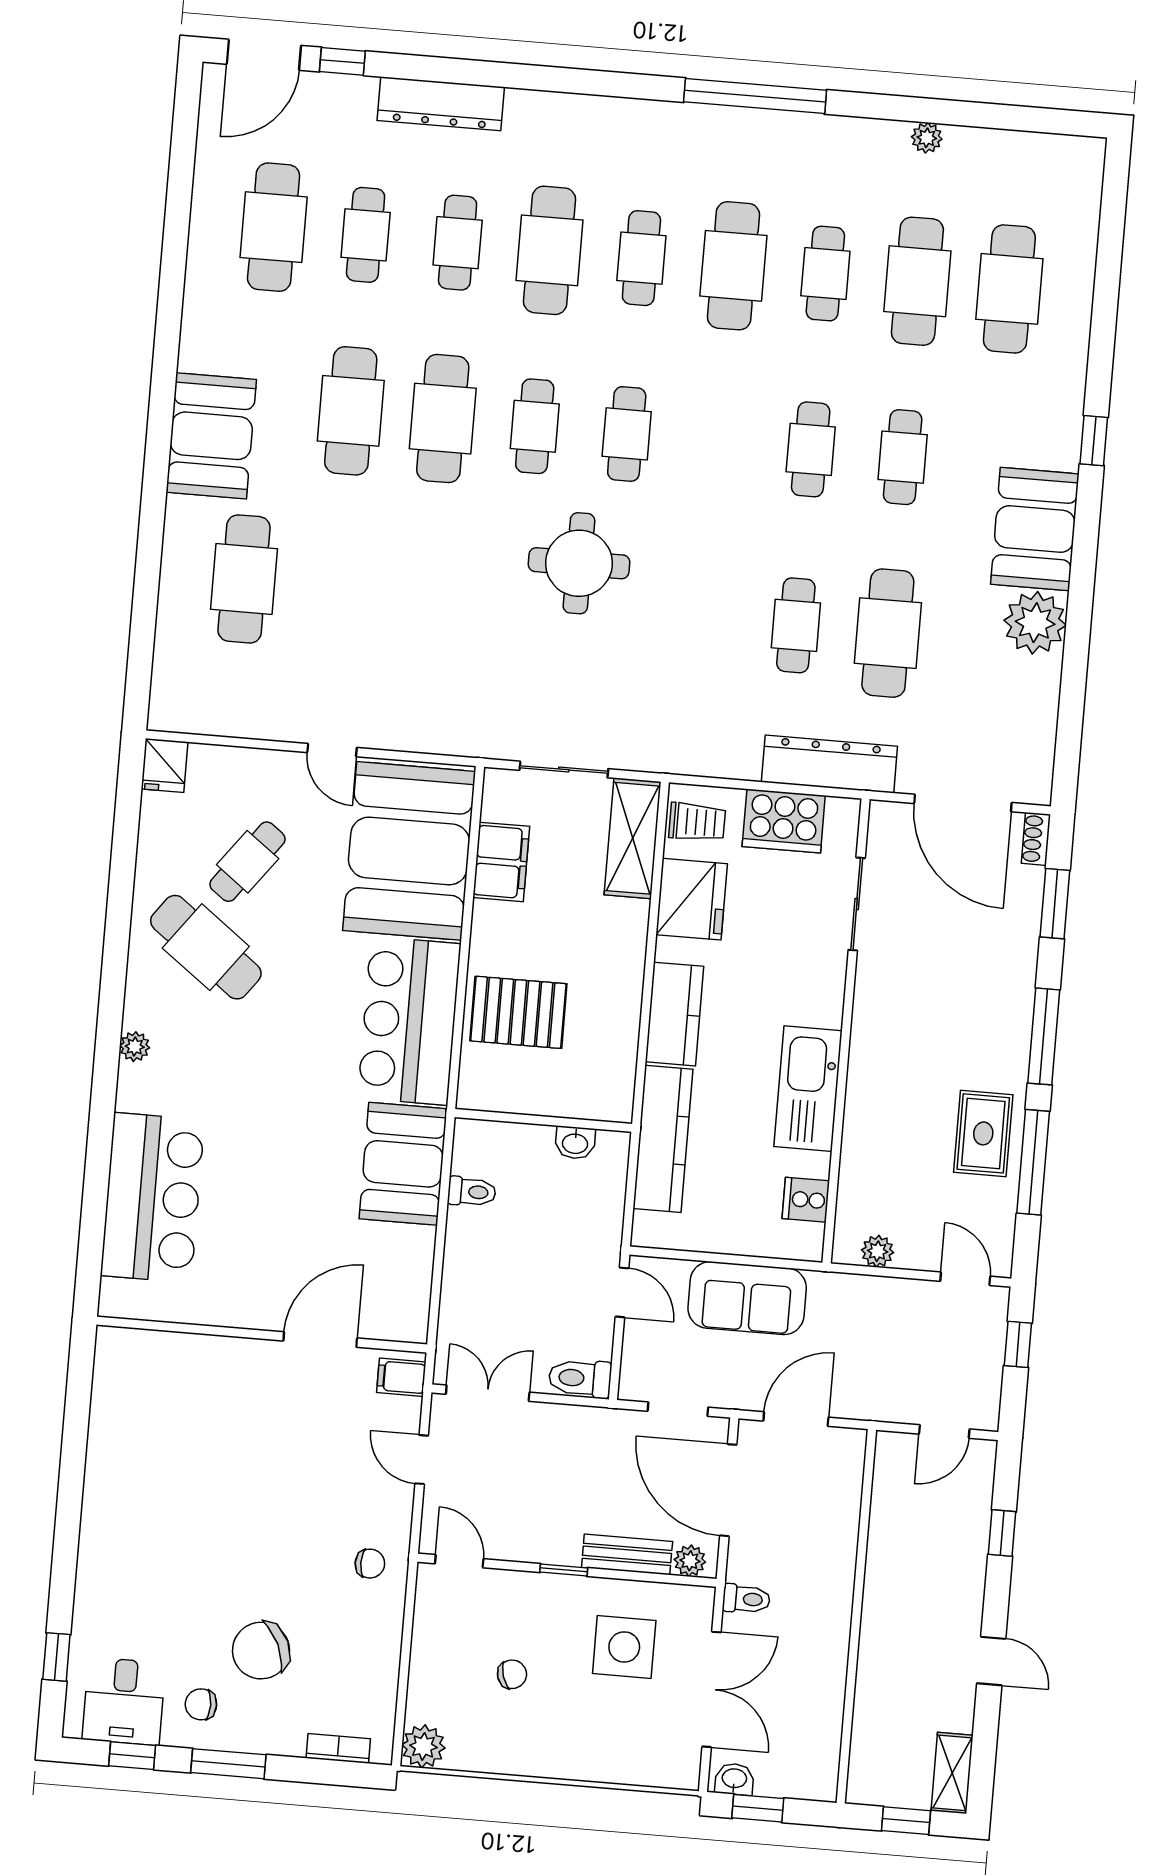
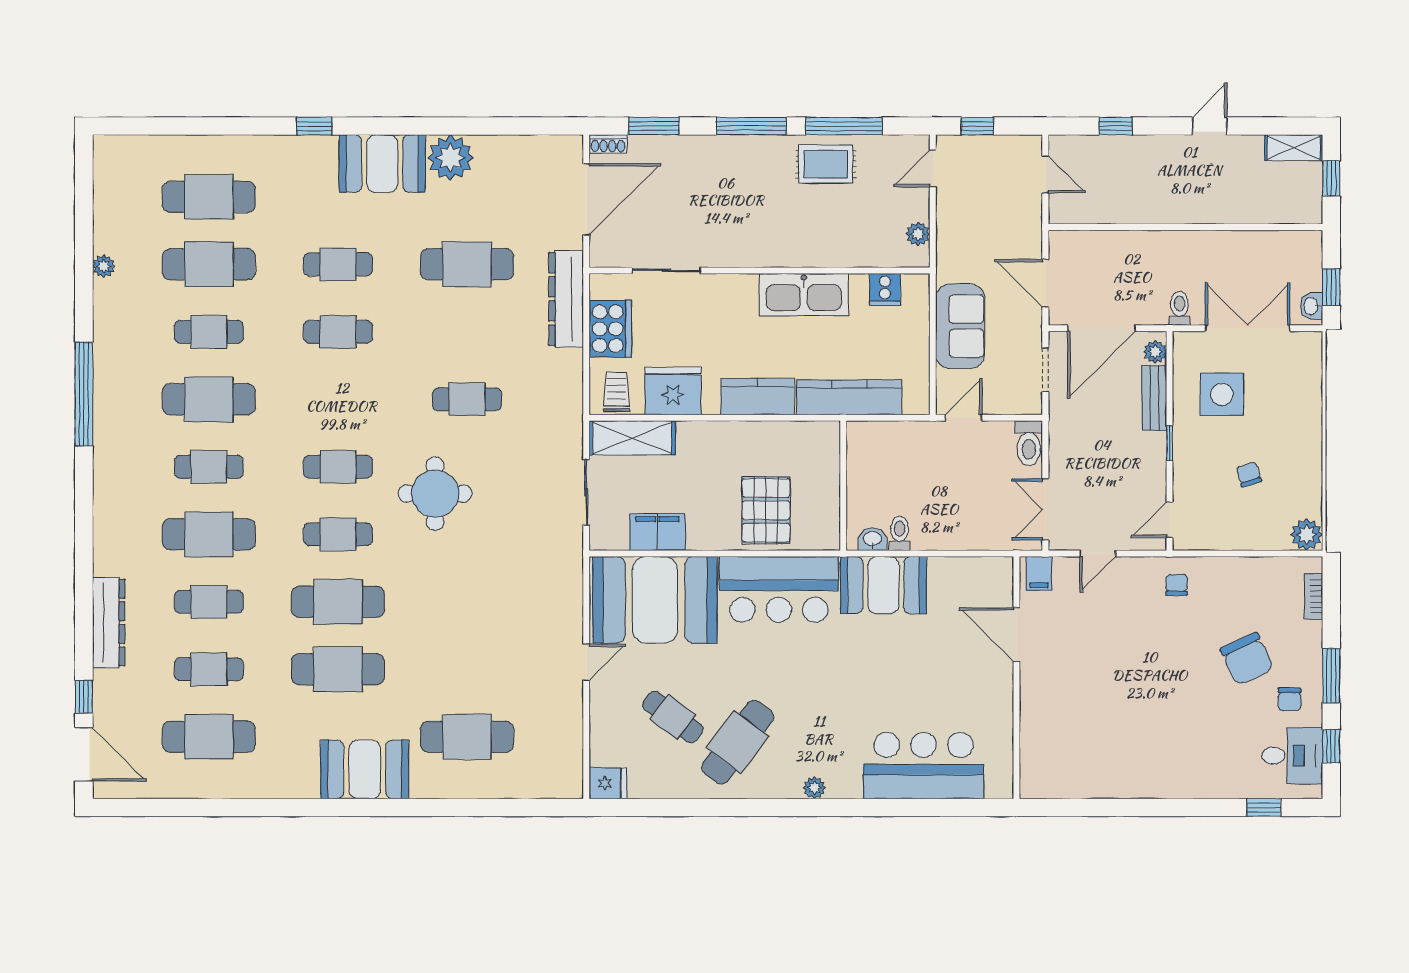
cafe table: (796, 625) -> (467, 399), moved
washbasin: (575, 1143) -> (873, 539), moved, turned -90

